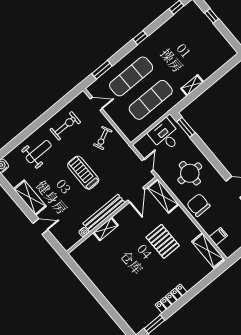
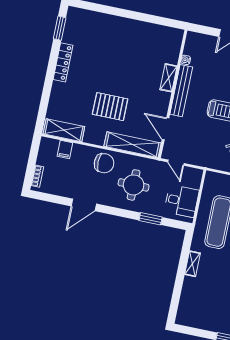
window: (186, 127) -> (151, 219), moved
shelving: (163, 196) -> (133, 145), width x1.47

